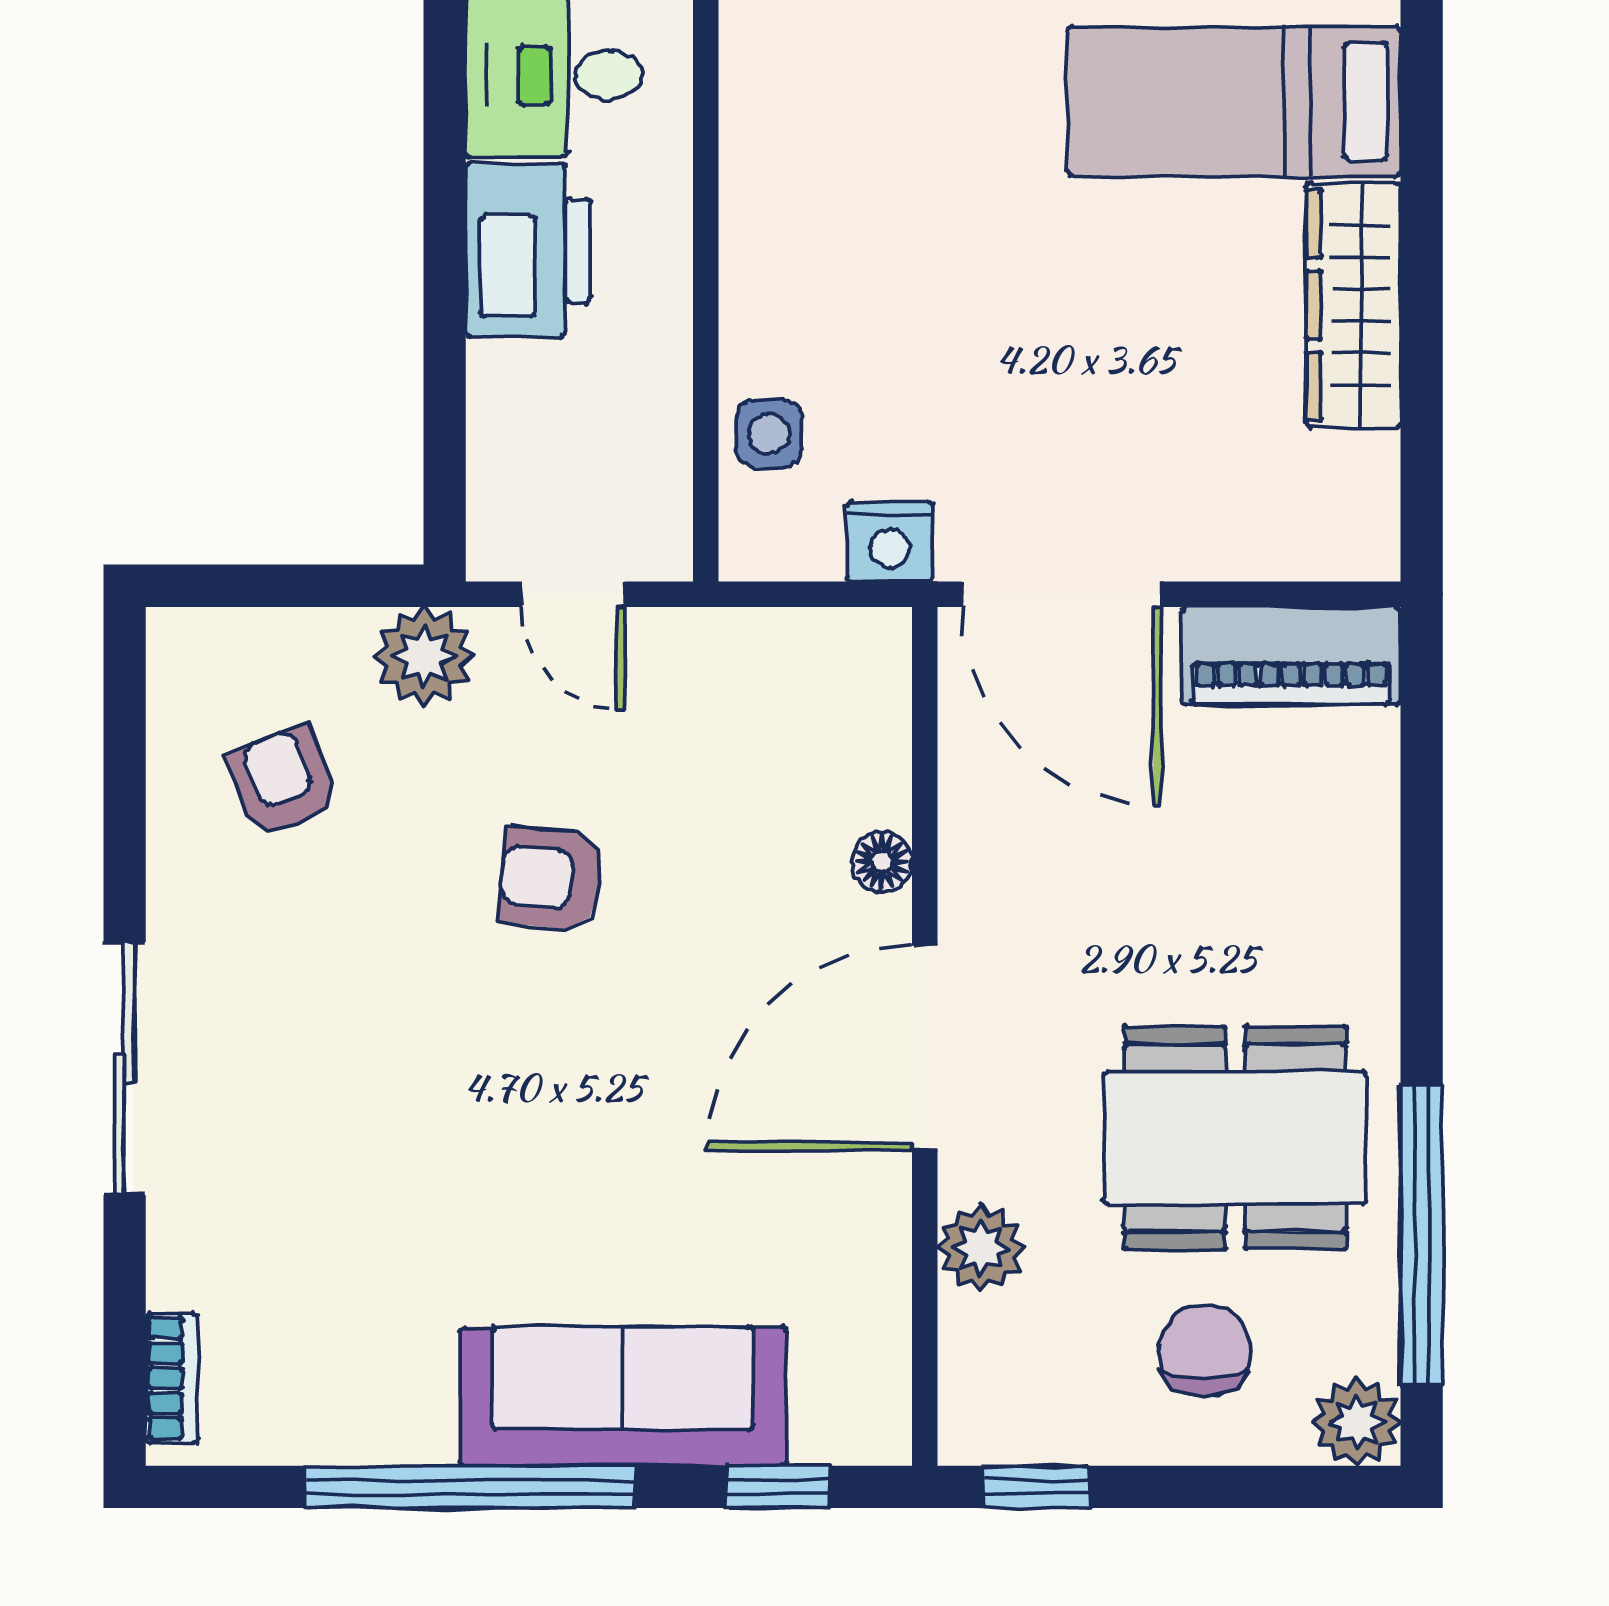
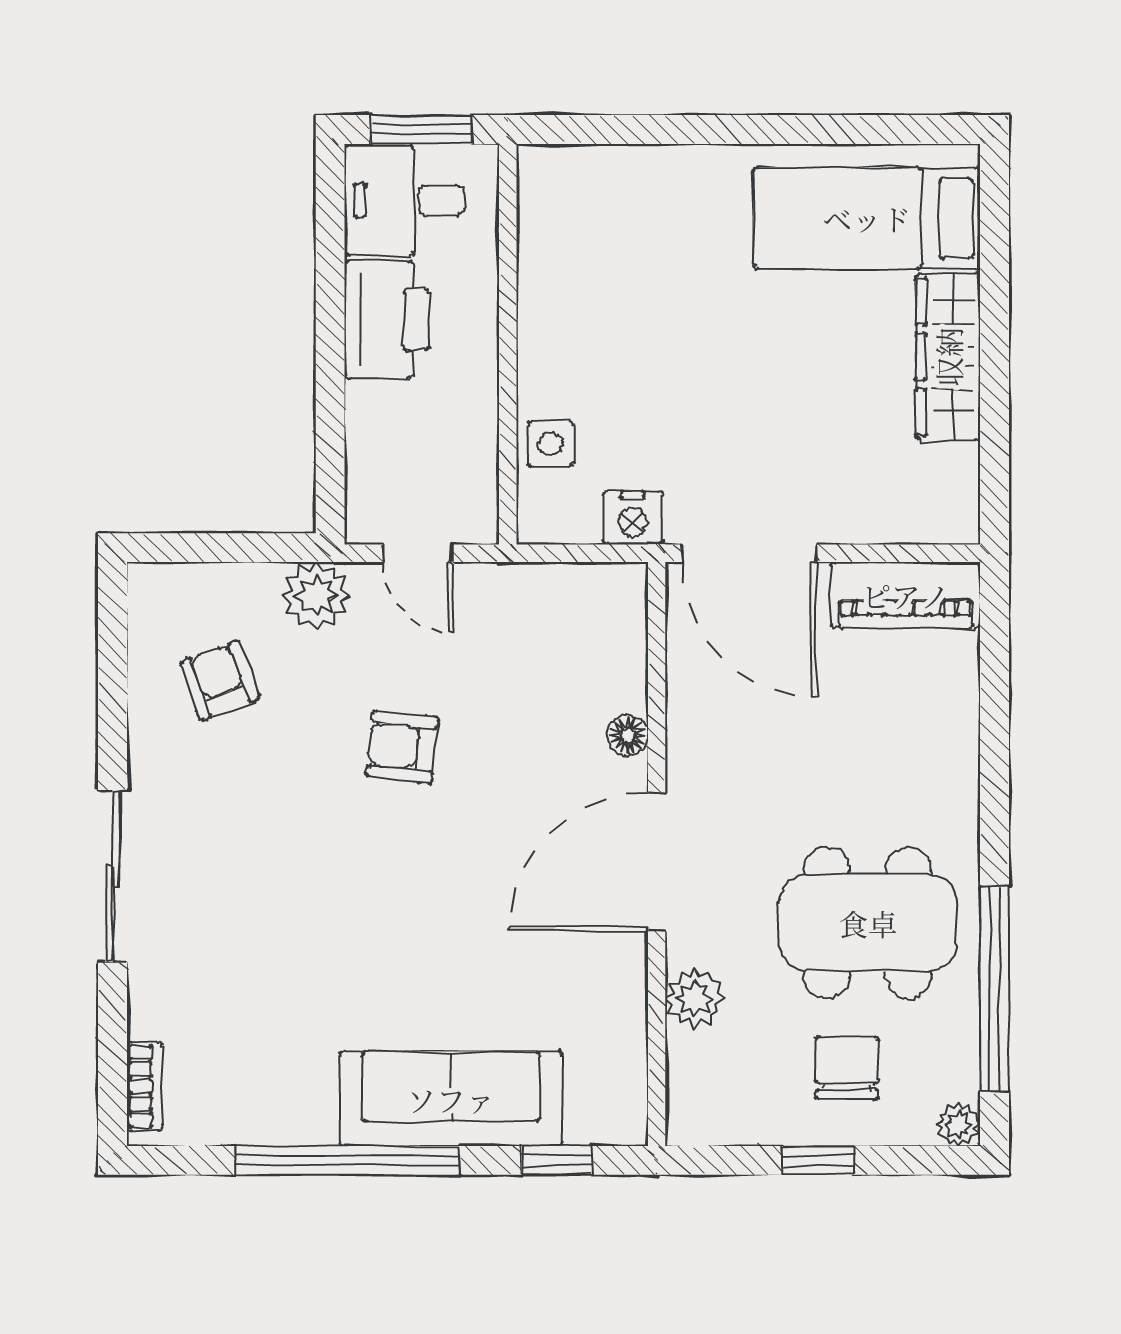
plant: (1357, 1422) -> (958, 1124), width x0.73, depth x0.73
window: (1036, 1487) -> (818, 1160), moved

